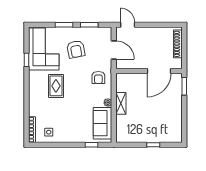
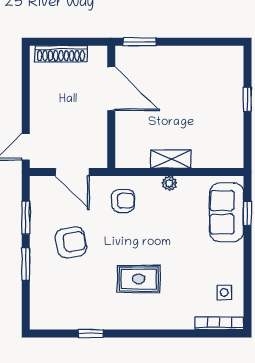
corner sofa: (44, 49) -> (70, 302), removed
door: (114, 50) -> (72, 172), swing flipped
sofa: (103, 123) -> (227, 212), moved, turned 90

